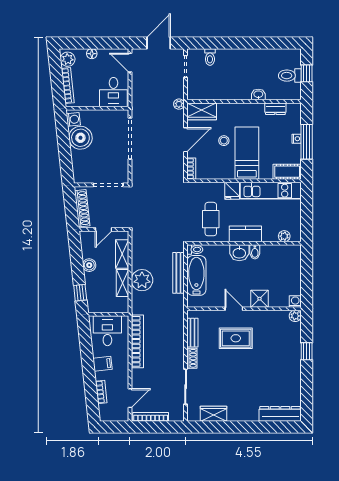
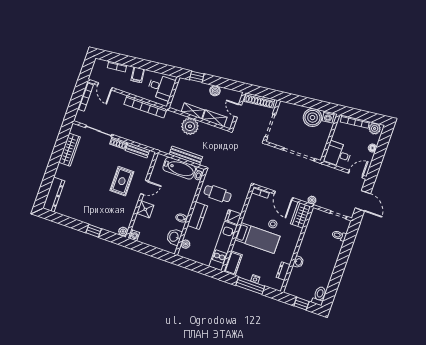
toilet: (290, 76) -> (319, 296), moved
washbasin: (239, 253) -> (174, 237), moved
wardrobe: (213, 414) -> (70, 150), width x1.50

